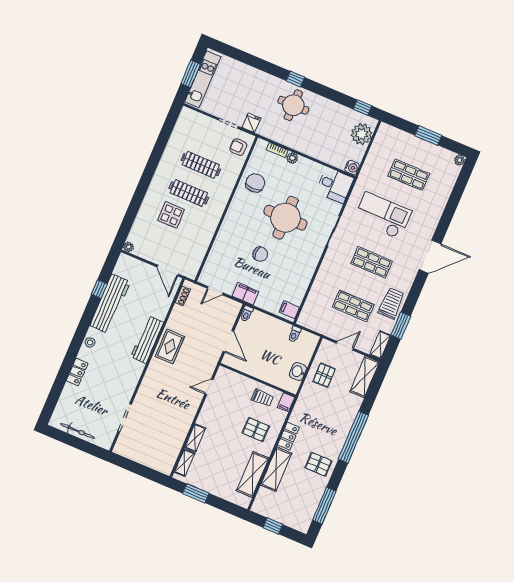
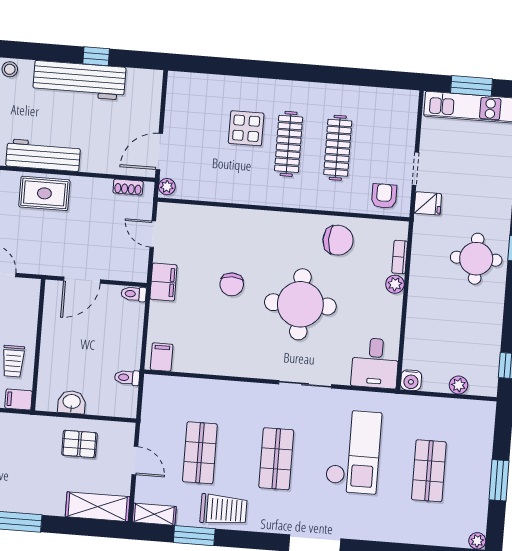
plant: (362, 134) -> (458, 385), width x0.53, depth x0.53
plant: (129, 247) -> (167, 187), moved

